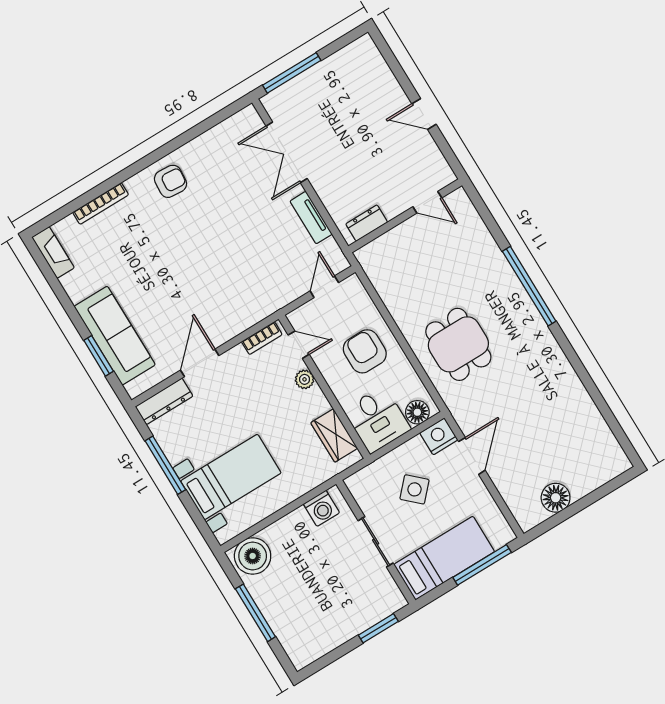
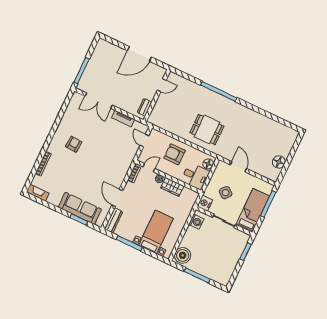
door: (424, 114) -> (139, 54), width x1.87
armchair: (170, 181) -> (74, 144), moved
wardrobe: (334, 436) -> (172, 187), moved
nightstand: (439, 436) -> (205, 203), moved

